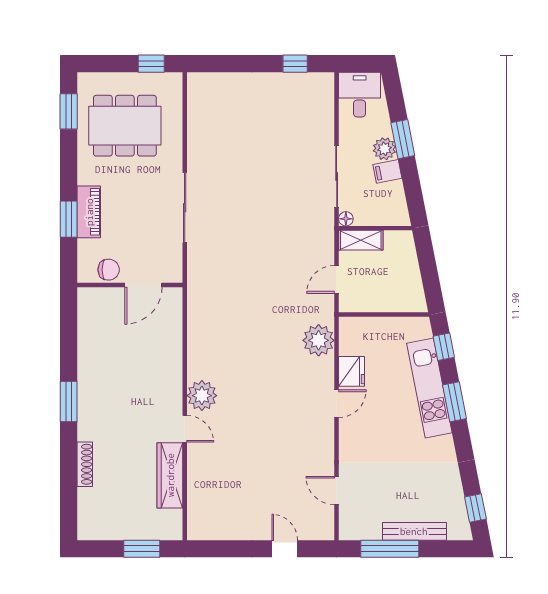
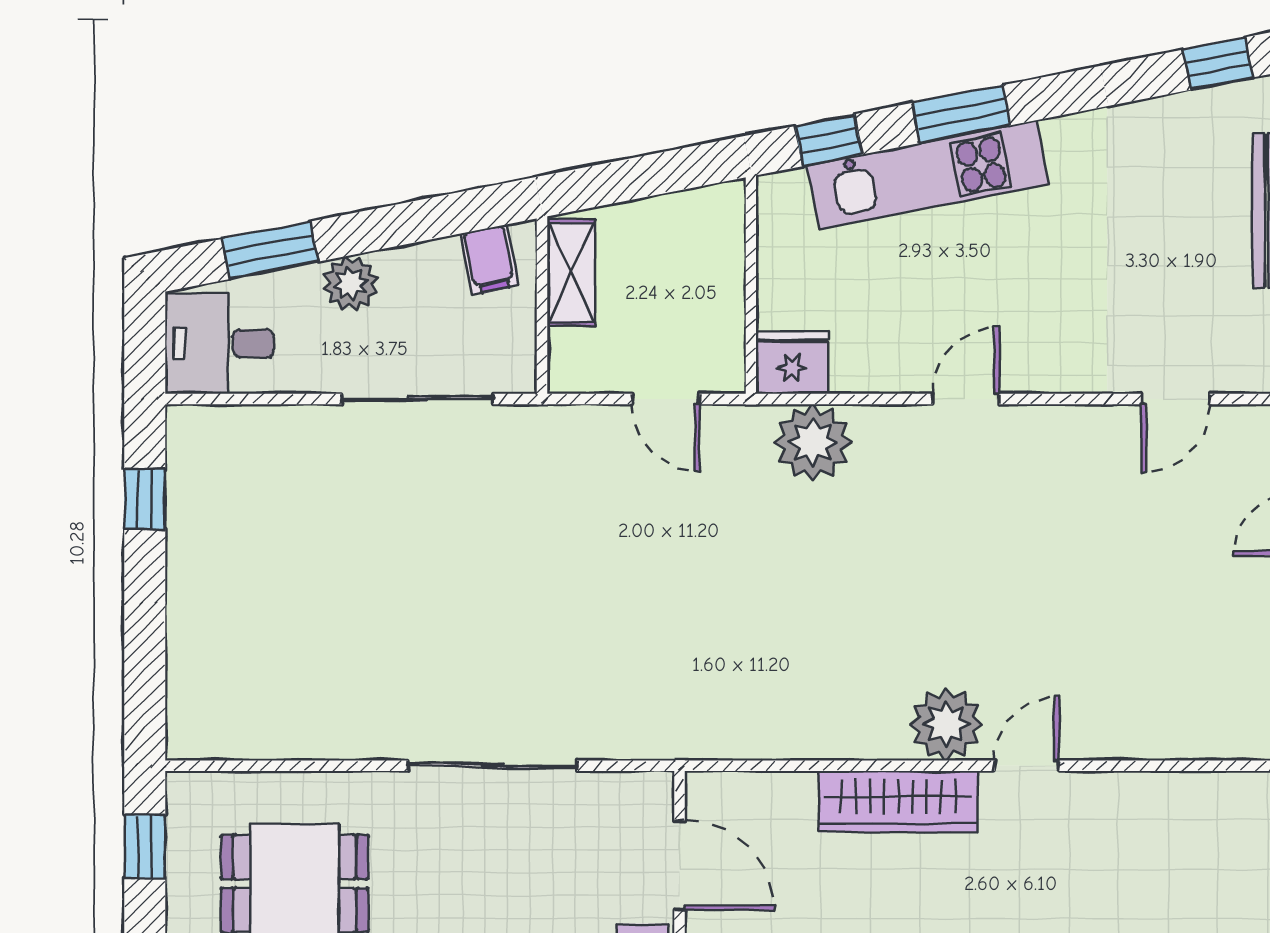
window: (403, 139) -> (270, 250), moved
filing cabinet: (387, 171) -> (489, 260), moved
floor lamp: (346, 219) -> (520, 377), removed
shelving: (361, 240) -> (571, 272), moved
fridge: (352, 371) -> (792, 363), moved
door: (337, 404) -> (966, 399), hinge flipped
wardrobe: (170, 475) -> (898, 801), moved

